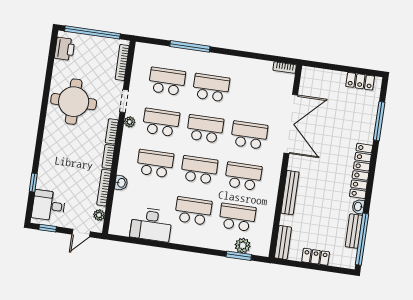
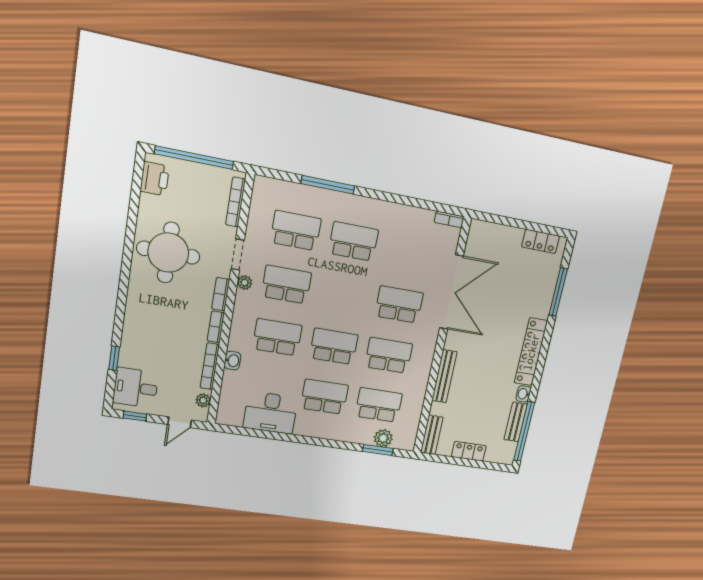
school desk: (205, 129) -> (343, 295), removed

